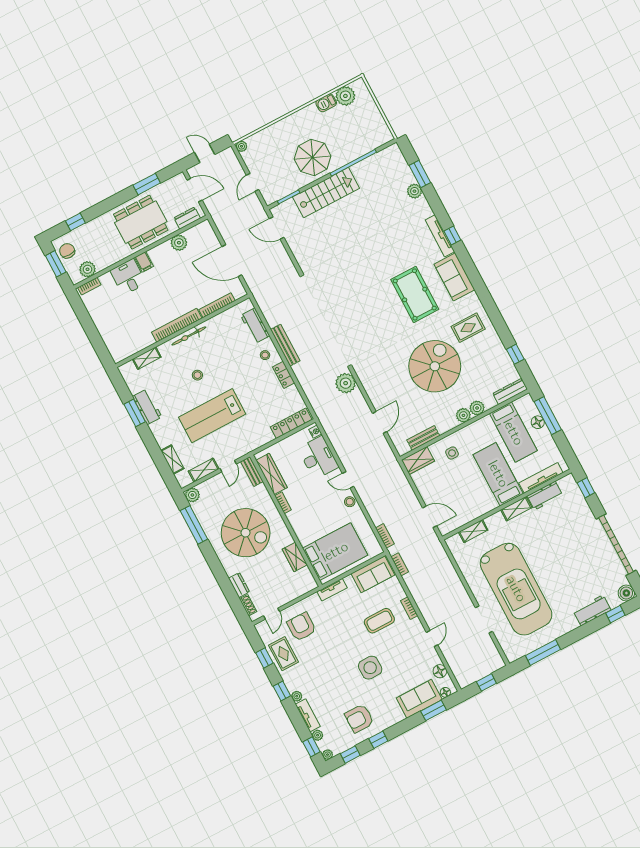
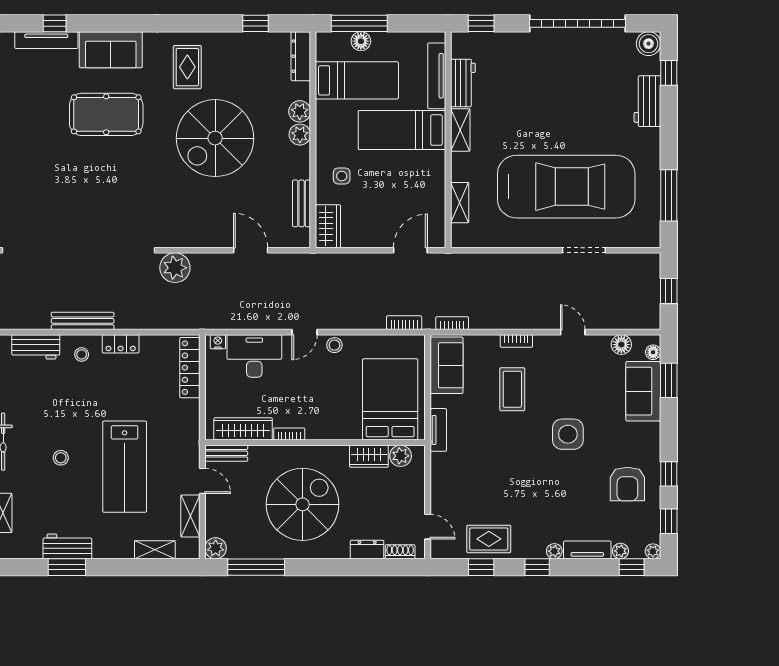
spiral stairs: (435, 366) -> (215, 138), turned -90
plant: (305, 575) -> (401, 456), added
armchair: (302, 627) -> (466, 496), removed

